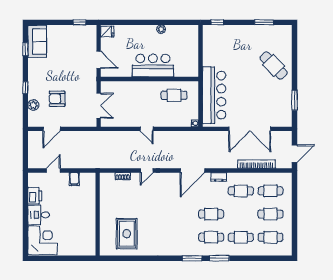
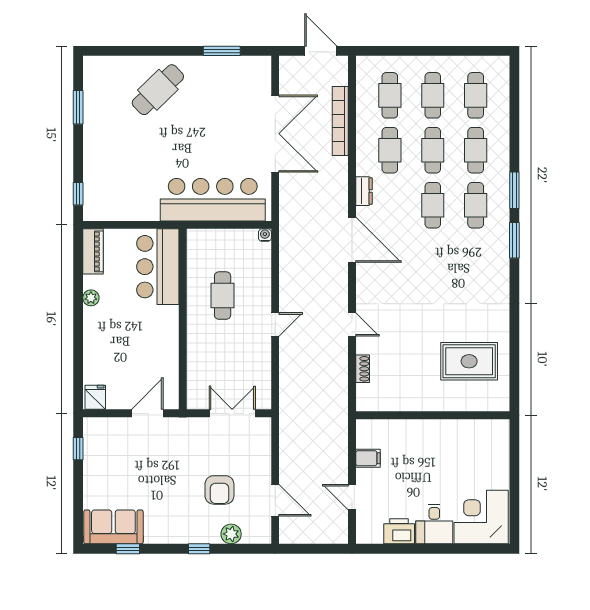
piano: (186, 30) -> (93, 251), added
bar counter: (153, 66) -> (158, 267), moved
cafe table: (174, 95) -> (223, 296), moved
cafe table: (241, 214) -> (433, 150), added

